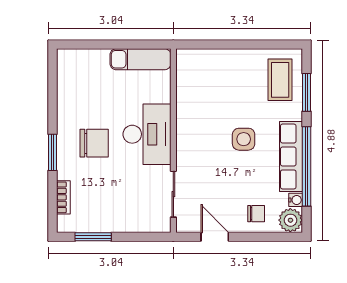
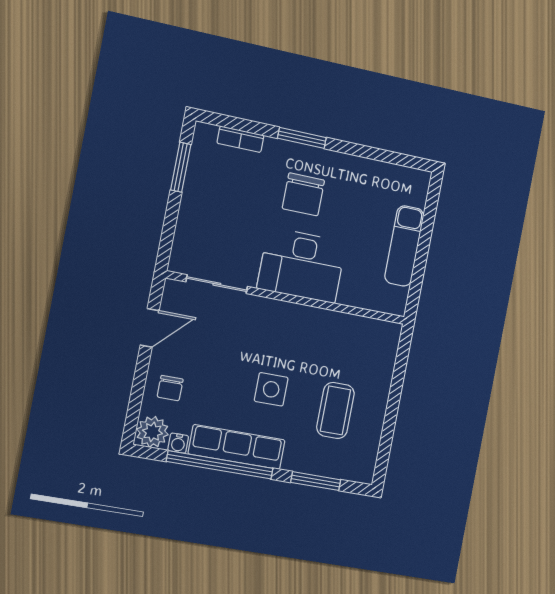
exam couch: (140, 59) -> (404, 246), moved
coffee table: (280, 80) -> (335, 410), moved, turned 90

